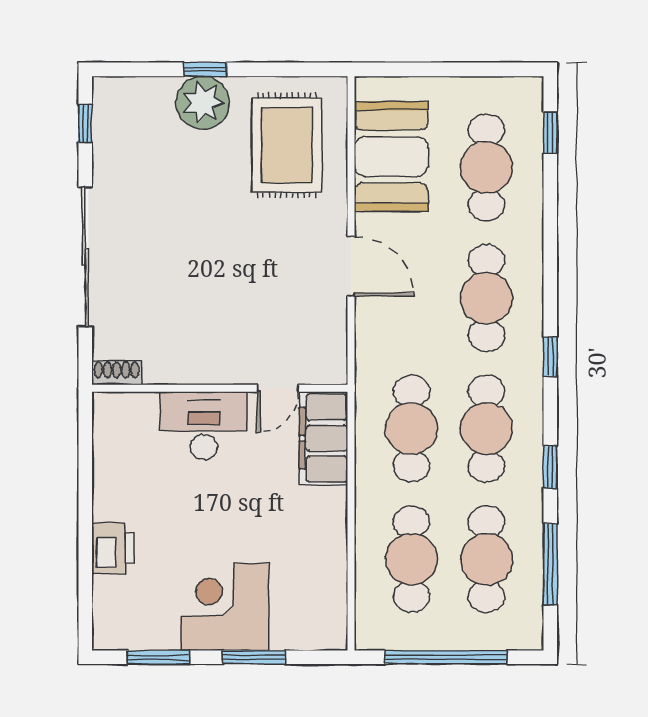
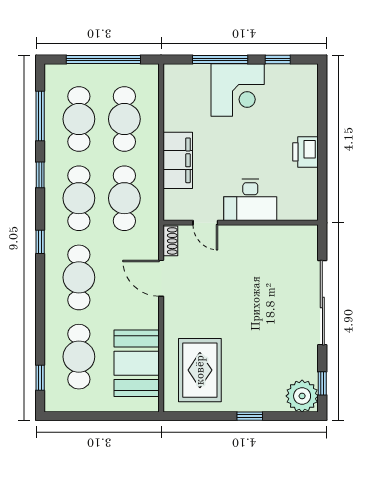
plant: (203, 103) -> (302, 396), moved
door: (351, 266) -> (161, 278), moved
shoe rack: (117, 373) -> (170, 241), moved, turned -90
door: (278, 388) -> (205, 223), swing flipped
filing cabinet: (323, 438) -> (178, 160), moved
printer: (113, 548) -> (306, 152), moved
window: (159, 657) -> (278, 60), width x0.67
window: (254, 657) -> (220, 60), width x1.44

